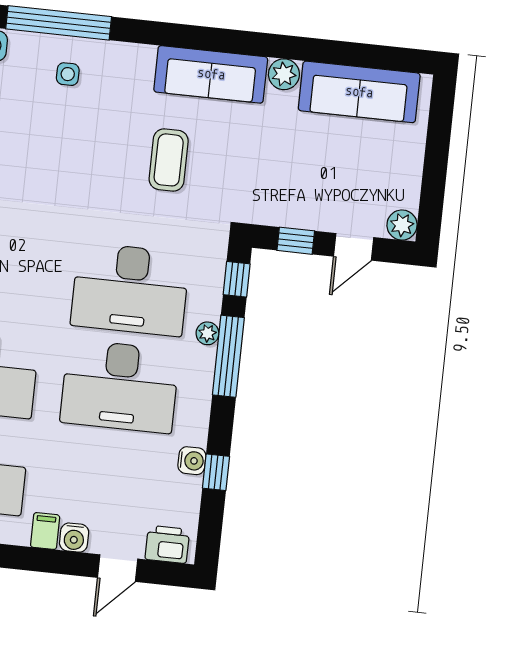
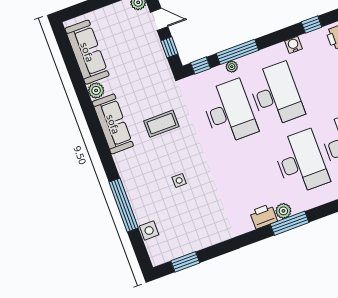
side table: (68, 74) -> (179, 180), moved
window: (216, 472) -> (312, 24), moved

